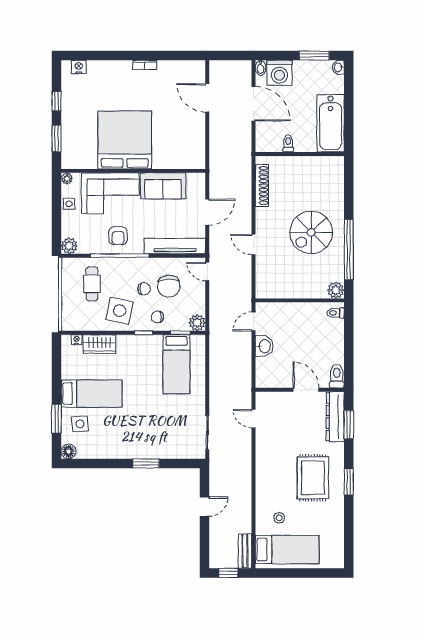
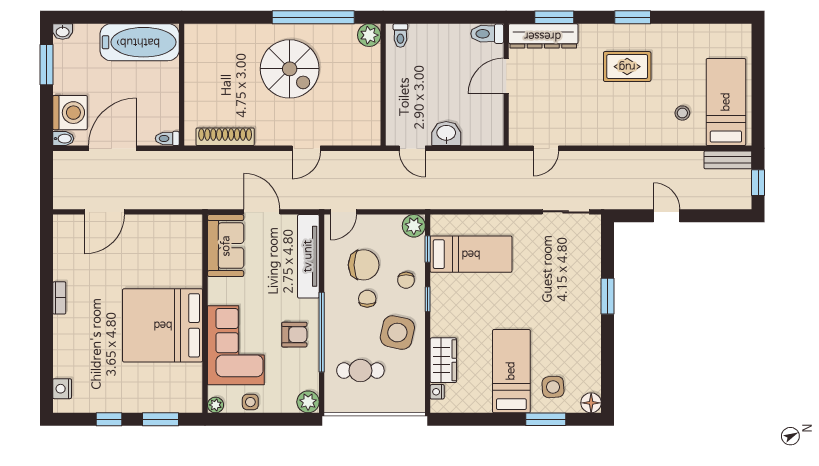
toilet: (288, 143) -> (167, 138), moved
sofa: (163, 186) -> (226, 246), moved
rug: (313, 478) -> (627, 67), width x0.73, depth x0.70

